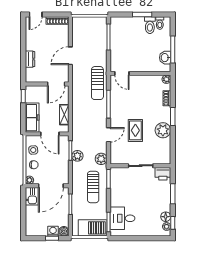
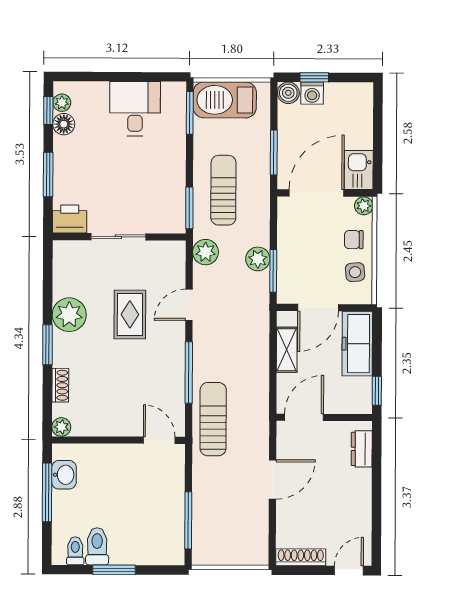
dresser: (30, 59) -> (362, 449), moved
door: (50, 134) -> (318, 308), swing flipped
desk: (122, 218) -> (135, 109), moved, turned -90

